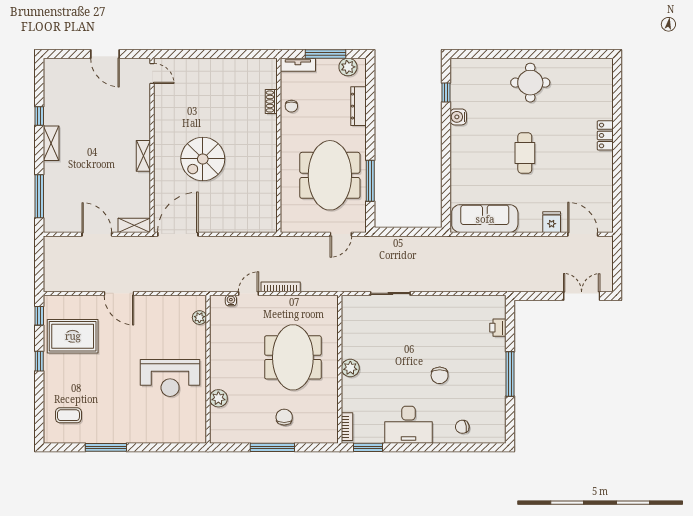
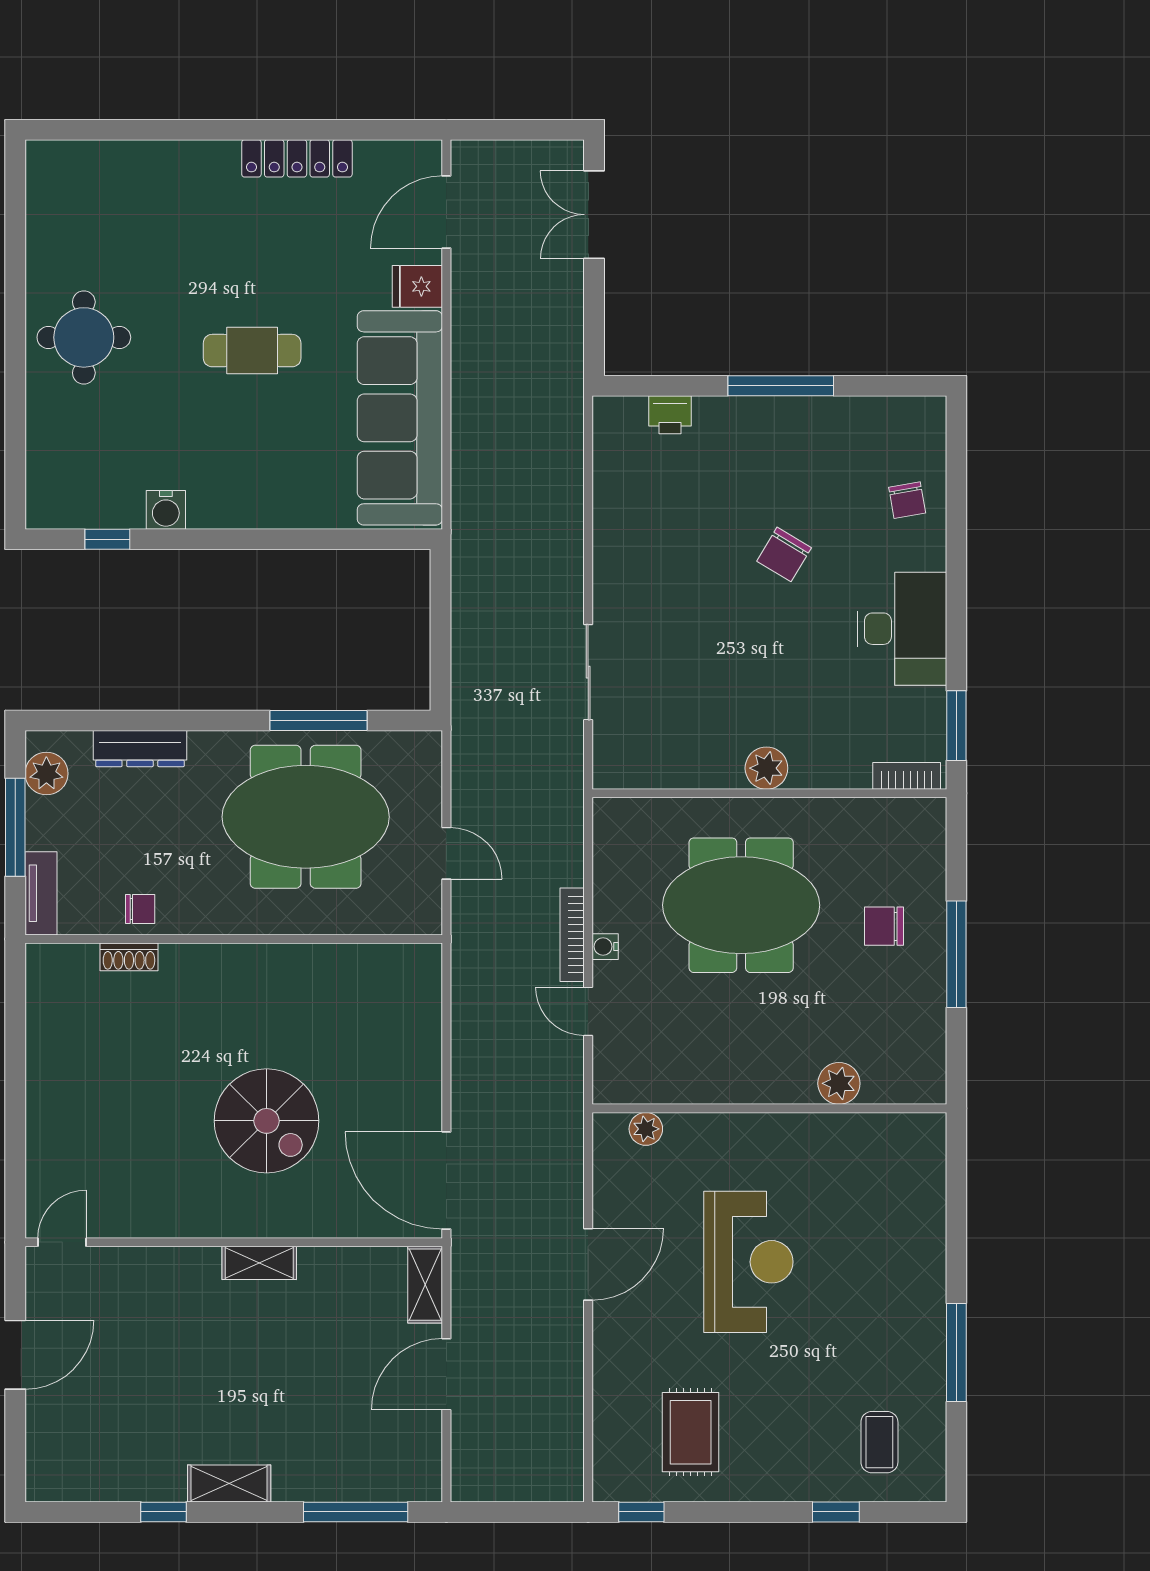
locker: (605, 135) -> (297, 158), moved, width x1.53
sofa: (485, 219) -> (400, 418), width x1.36, depth x1.27
door: (341, 234) -> (446, 853), moved
door: (119, 293) -> (588, 1264), moved
water cooler: (231, 301) -> (605, 947), moved
rug: (73, 336) -> (691, 1432), width x0.73, depth x0.70
window: (39, 361) -> (836, 1512), moved
chair: (440, 375) -> (784, 554), turned 121
reception desk: (170, 378) -> (748, 1262), moved

